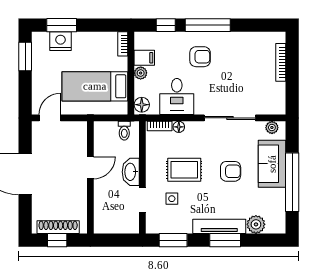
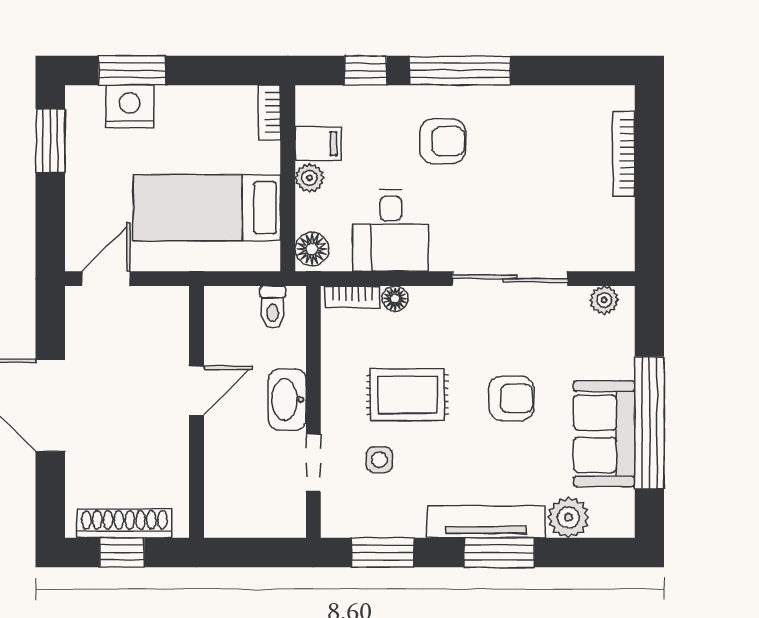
sofa: (272, 164) -> (604, 434), moved

